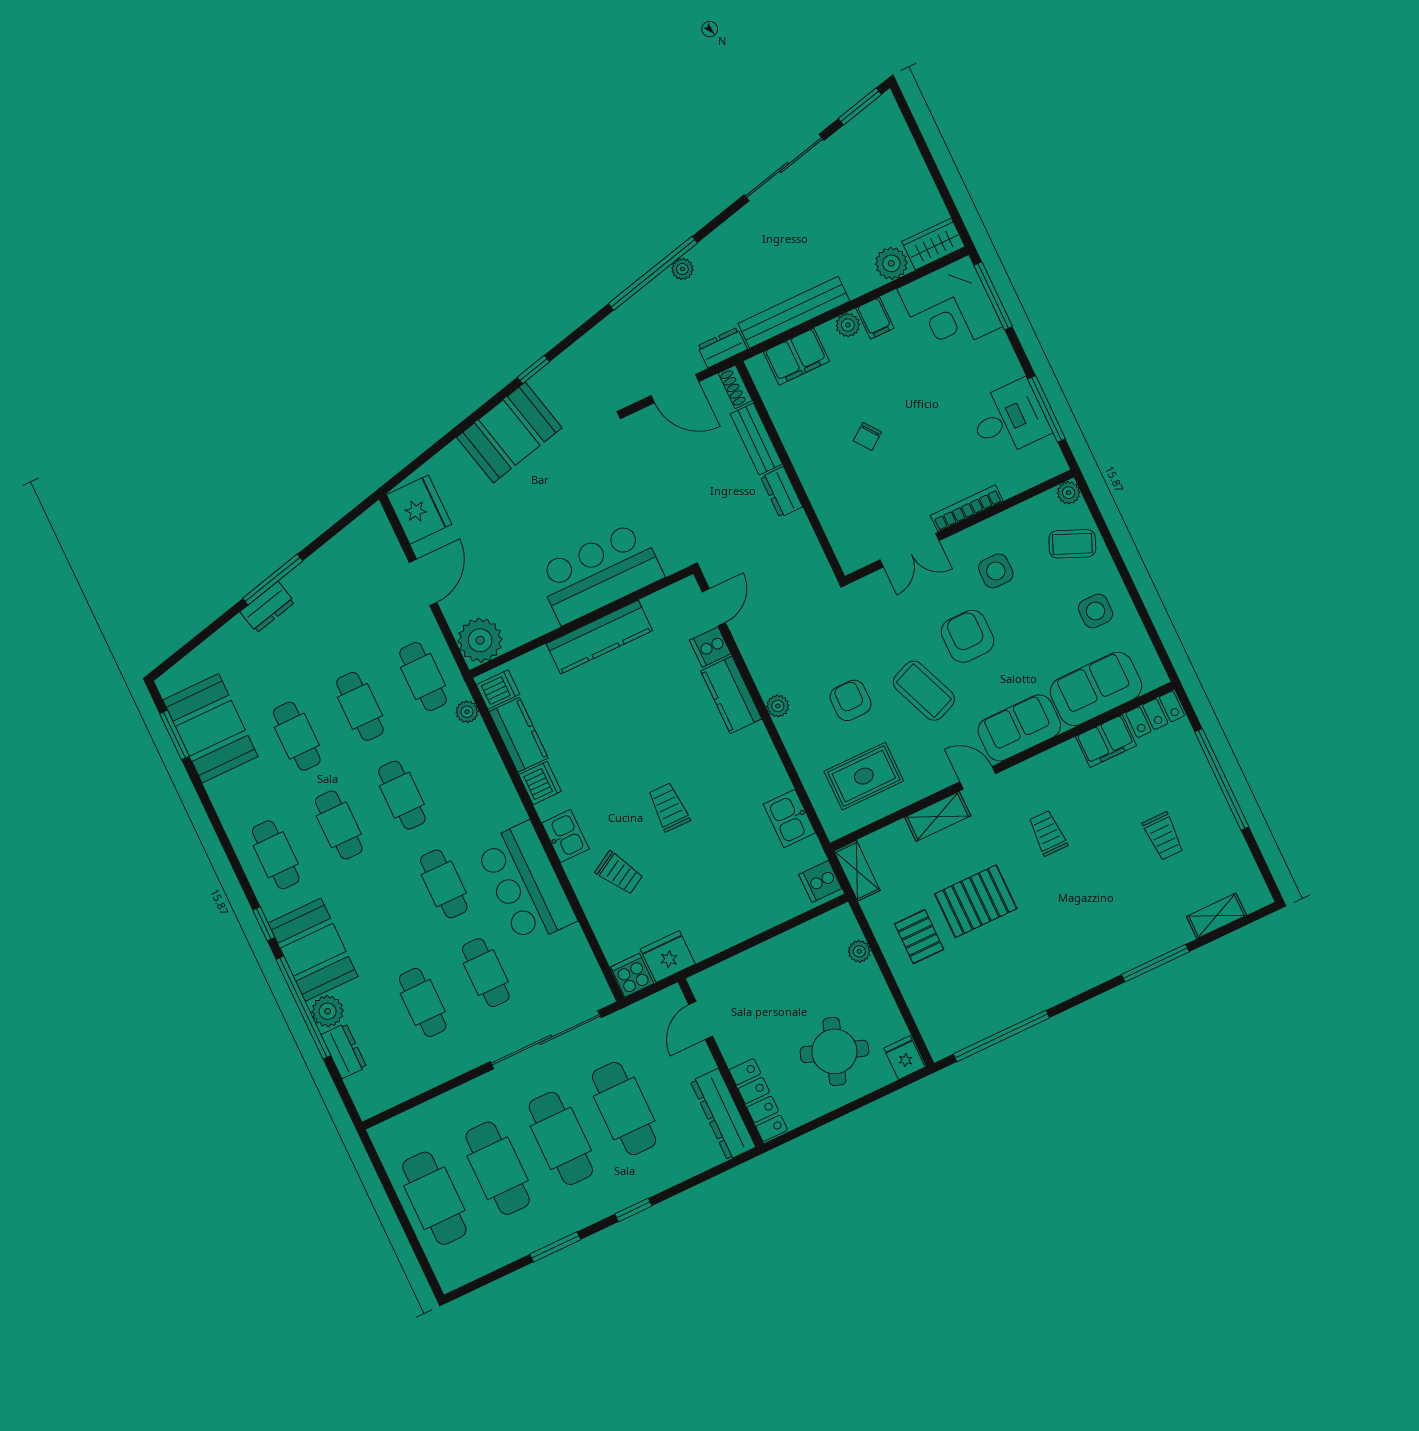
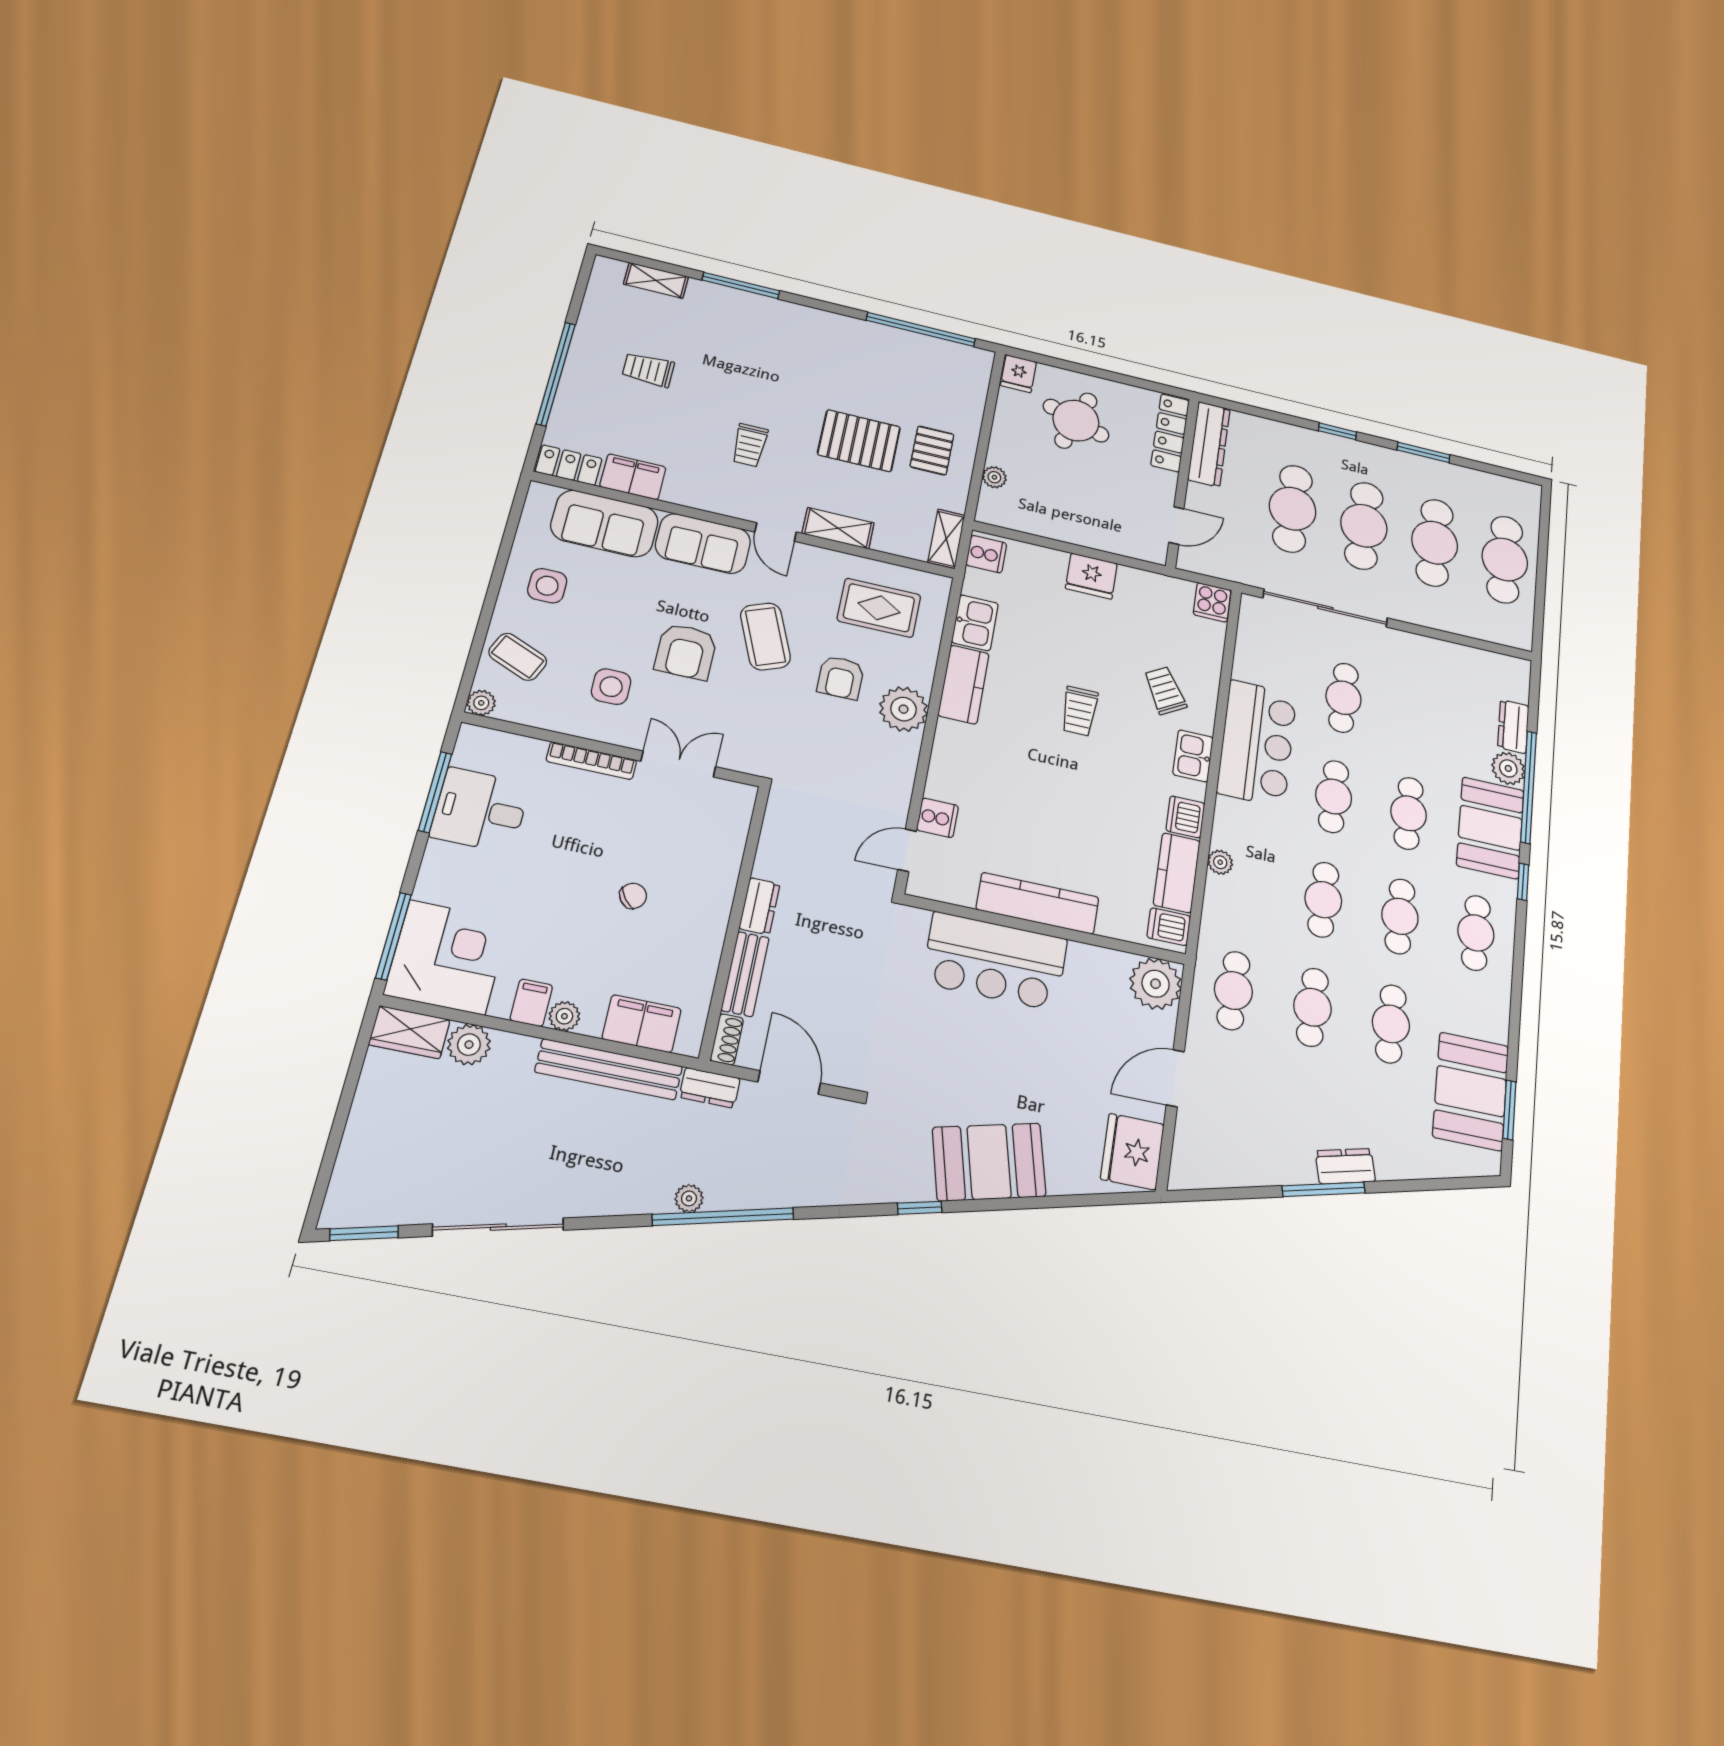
kitchen counter: (731, 695) -> (964, 684), moved
plant: (778, 706) -> (904, 709), width x1.88, depth x1.88
plant: (467, 712) -> (1220, 862), moved
trolley: (1163, 836) -> (648, 370), turned -90
fridge: (668, 957) -> (1091, 576), moved
cafe table: (423, 1002) -> (1409, 813), moved

